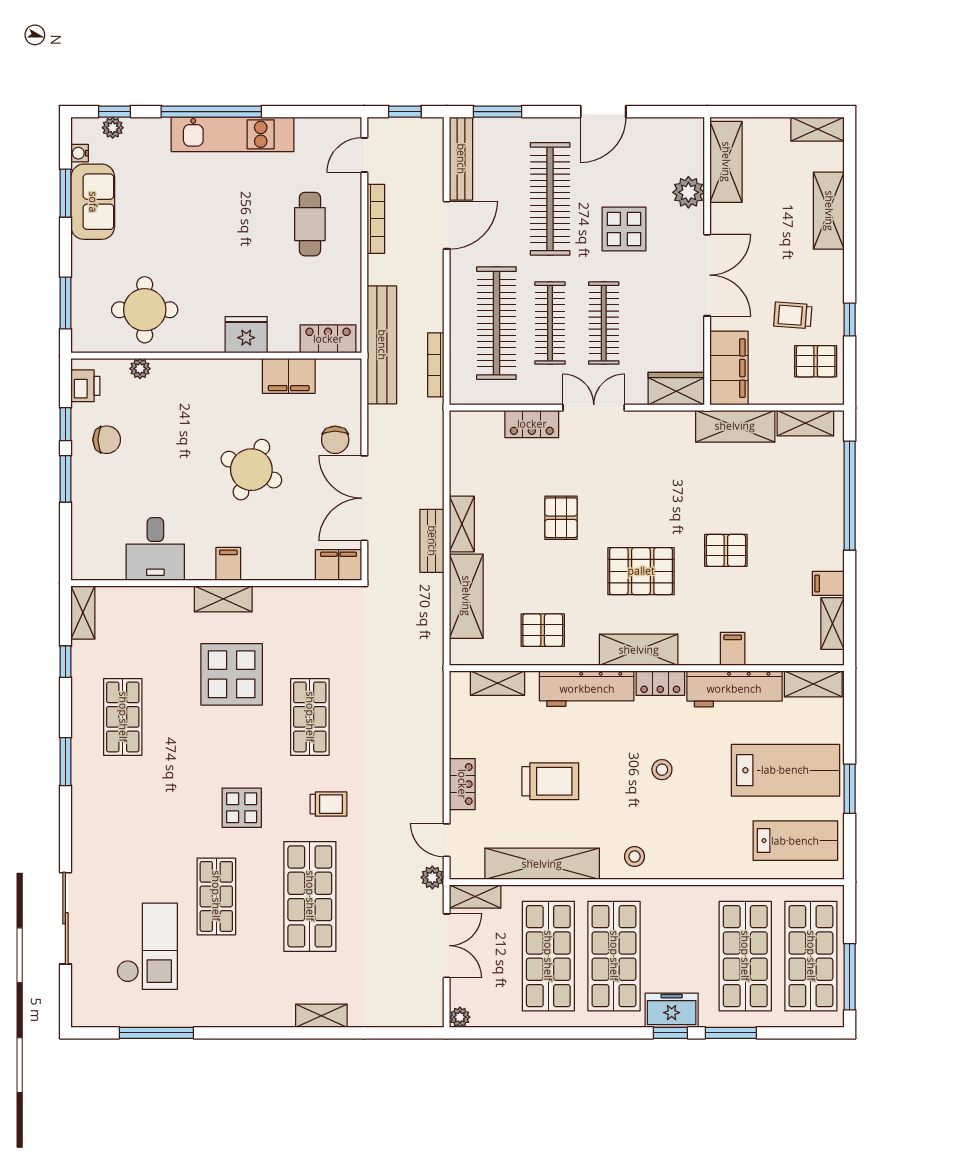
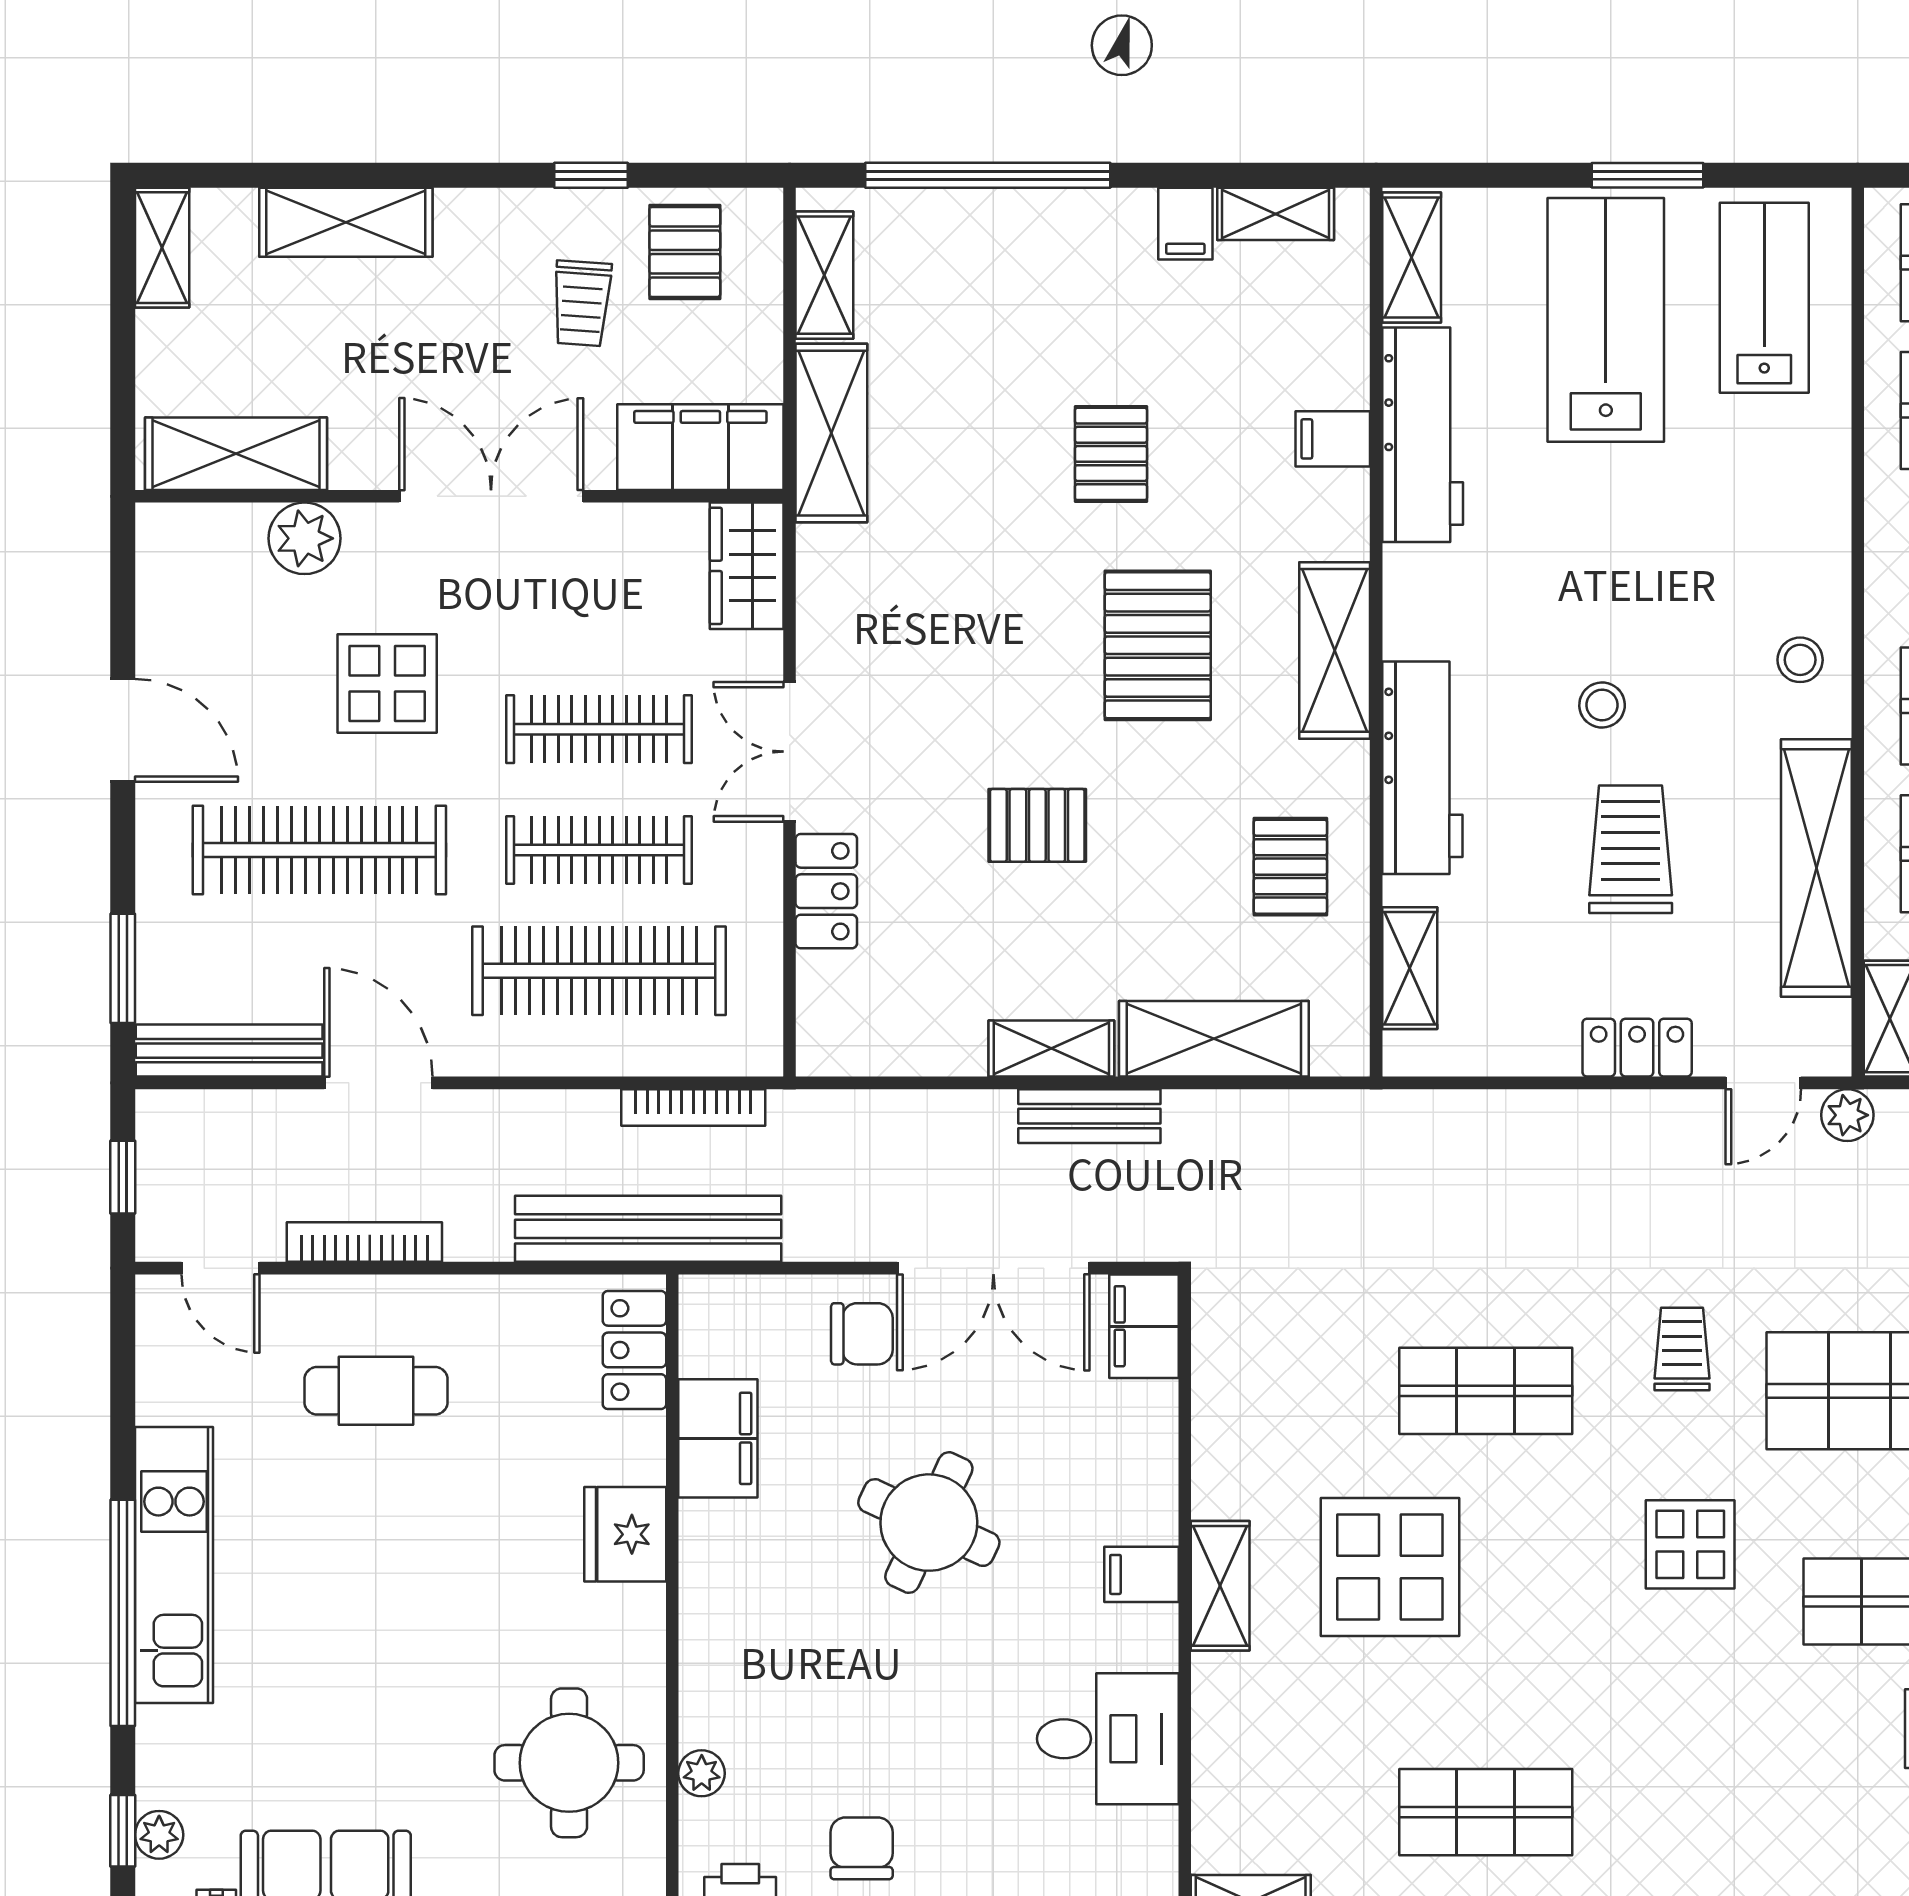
locker: (660, 683) -> (1410, 602), removed
stool: (662, 770) -> (1602, 705), moved

